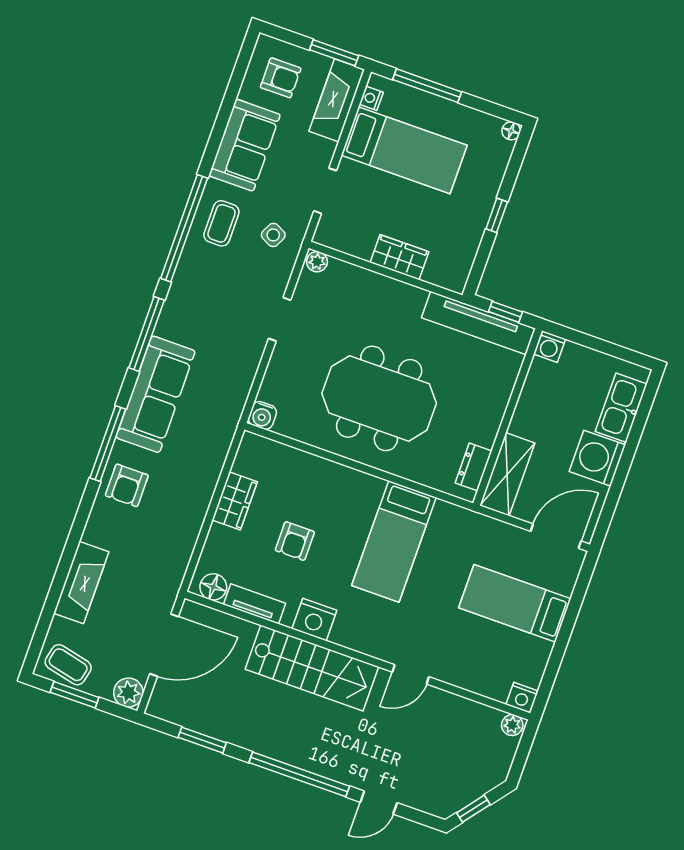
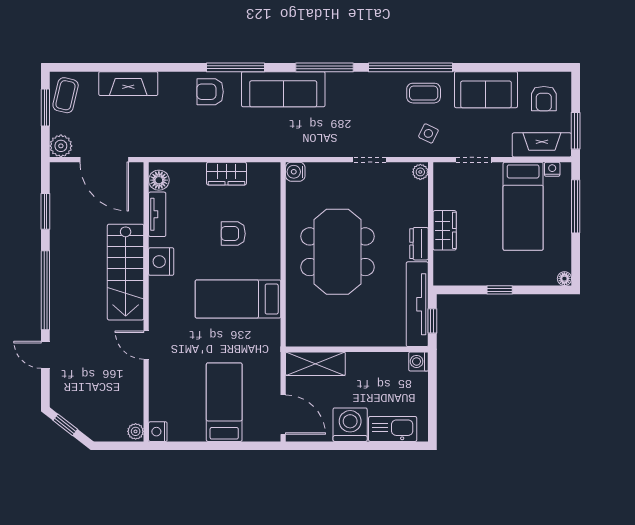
dresser: (474, 467) -> (419, 244), moved, turned -90
armchair: (295, 541) -> (233, 234), moved

